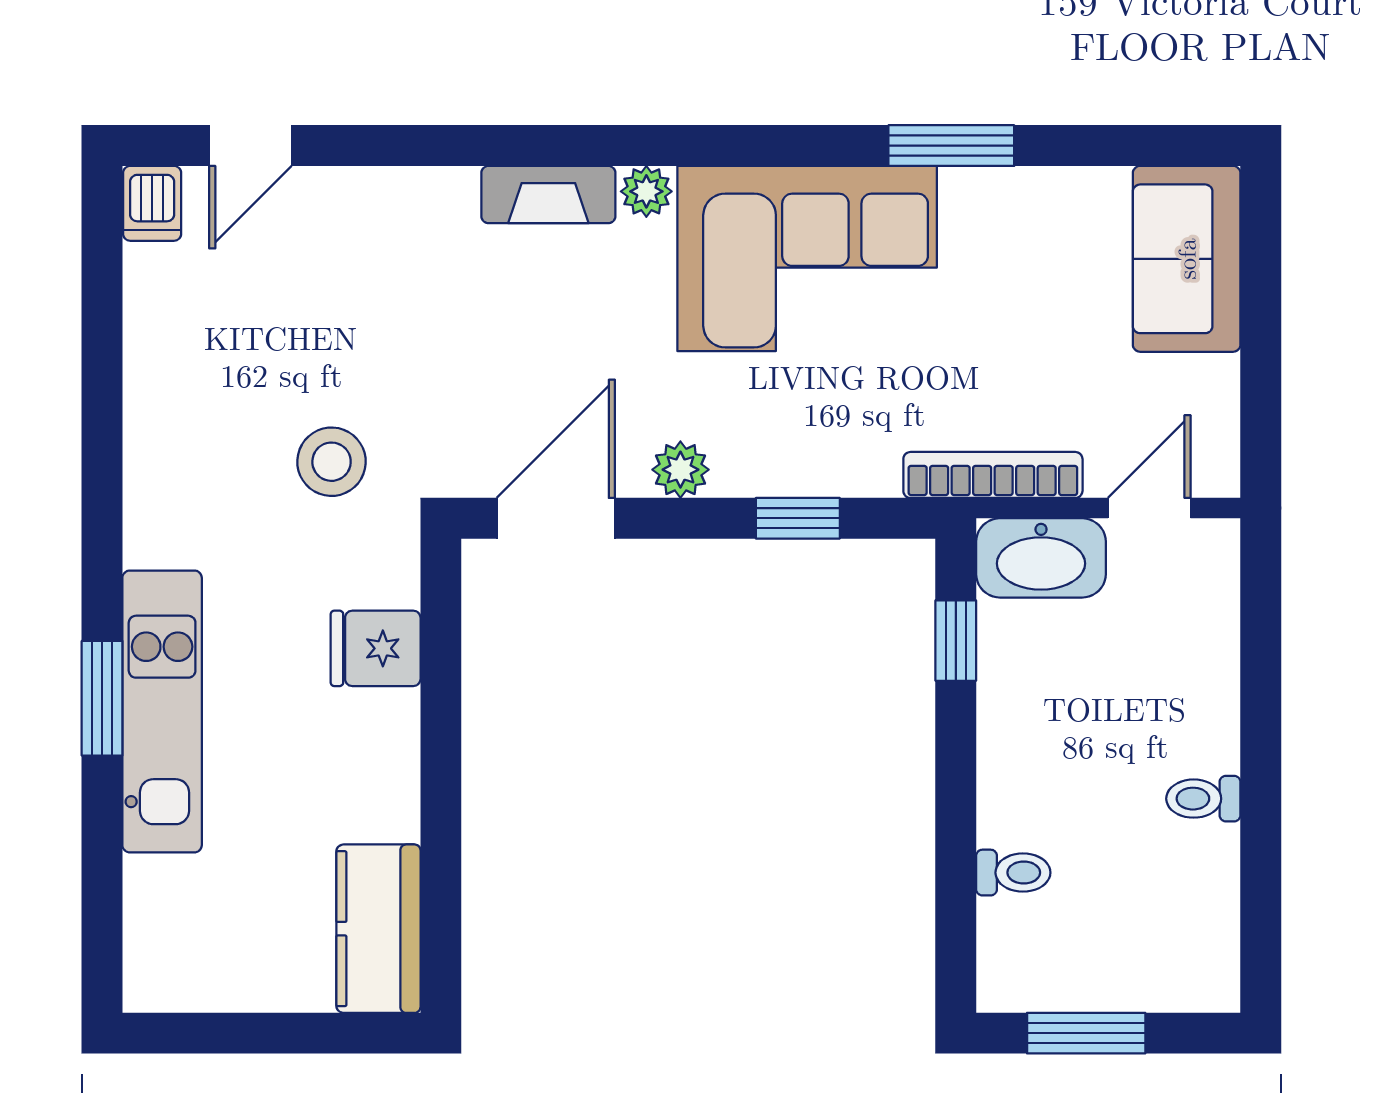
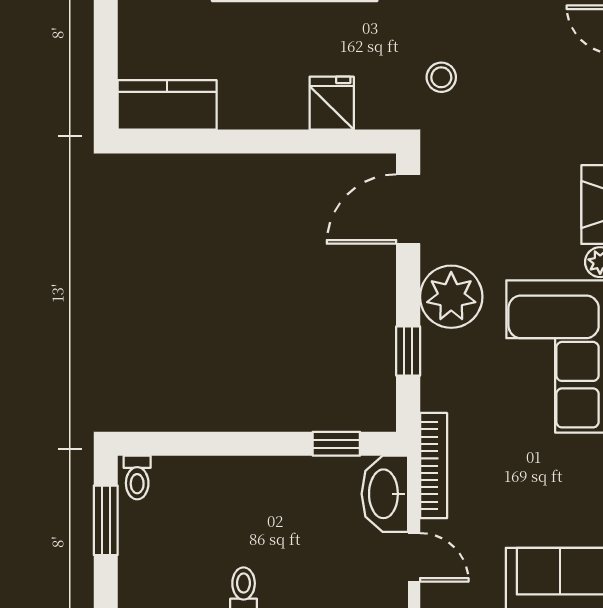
stool: (332, 462) -> (441, 77), width x0.73, depth x0.73
plant: (680, 470) -> (451, 297), width x1.88, depth x1.88
door: (556, 518) -> (408, 209), swing flipped
toilet: (1013, 873) -> (137, 478), moved

